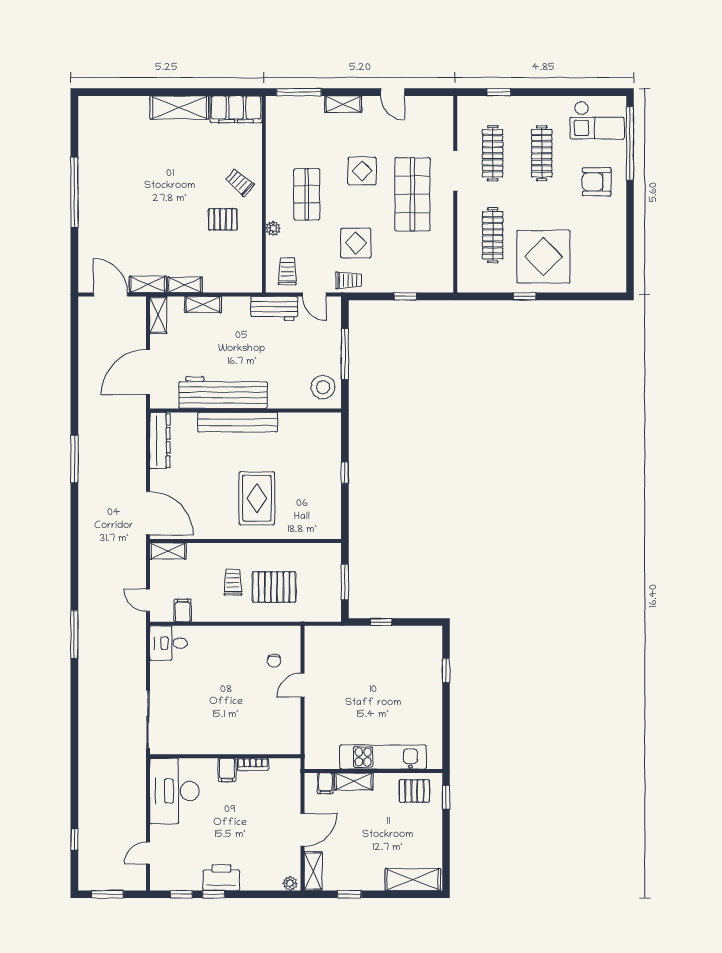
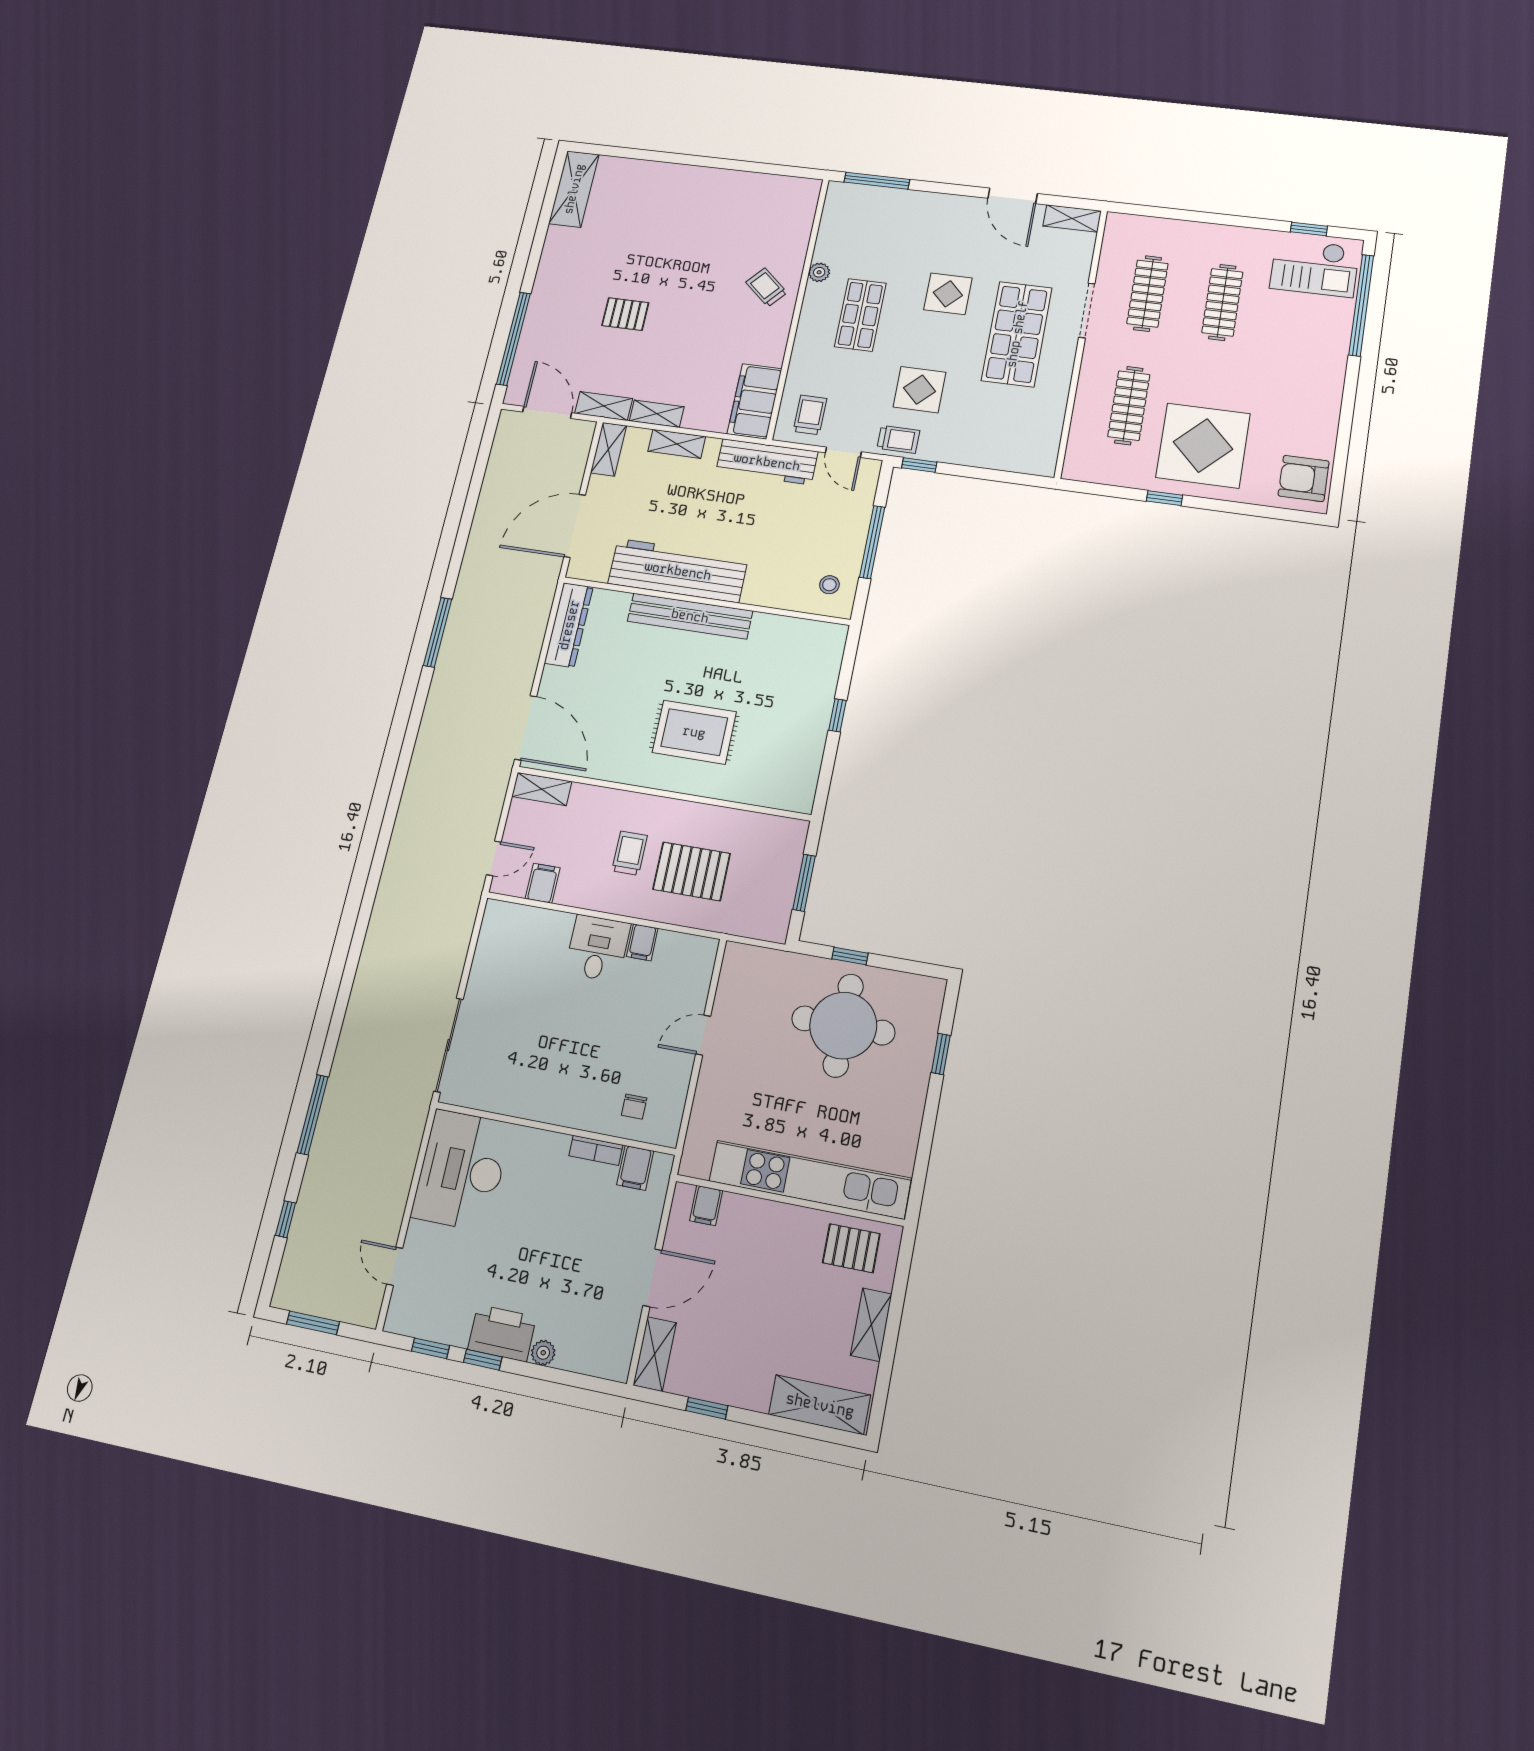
door: (393, 92) -> (1013, 196), width x1.38
window: (499, 92) -> (1309, 229), moved
shelving: (343, 104) -> (1072, 218), moved
shelving: (179, 108) -> (574, 189), moved, turned 90
filing cabinet: (236, 109) -> (755, 401), moved, turned 90
armchair: (597, 182) -> (1304, 478), moved
window: (74, 192) -> (514, 339), moved
pallet: (223, 219) -> (625, 314), moved
plant: (273, 228) -> (819, 272), moved
window: (405, 296) -> (919, 465), moved
workbench: (274, 308) -> (767, 462), width x1.37
stool: (323, 387) -> (829, 585), width x0.53, depth x0.53
rug: (257, 498) -> (694, 732), turned 90
door: (148, 600) -> (494, 858), swing flipped
window: (74, 635) -> (313, 1115), moved
filing cabinet: (253, 636) -> (642, 942), added
desk: (169, 643) -> (598, 948), moved, turned 90
chair: (274, 661) -> (634, 1107), moved
round table: (385, 664) -> (843, 1025), added
kitchen unit: (383, 757) -> (810, 1180), width x1.36
filing cabinet: (227, 770) -> (635, 1168), moved
shelving: (354, 781) -> (871, 1325), moved, turned 90
window: (446, 797) -> (903, 1270), removed
door: (148, 853) -> (395, 1266), hinge flipped
plant: (290, 883) -> (543, 1353), moved

